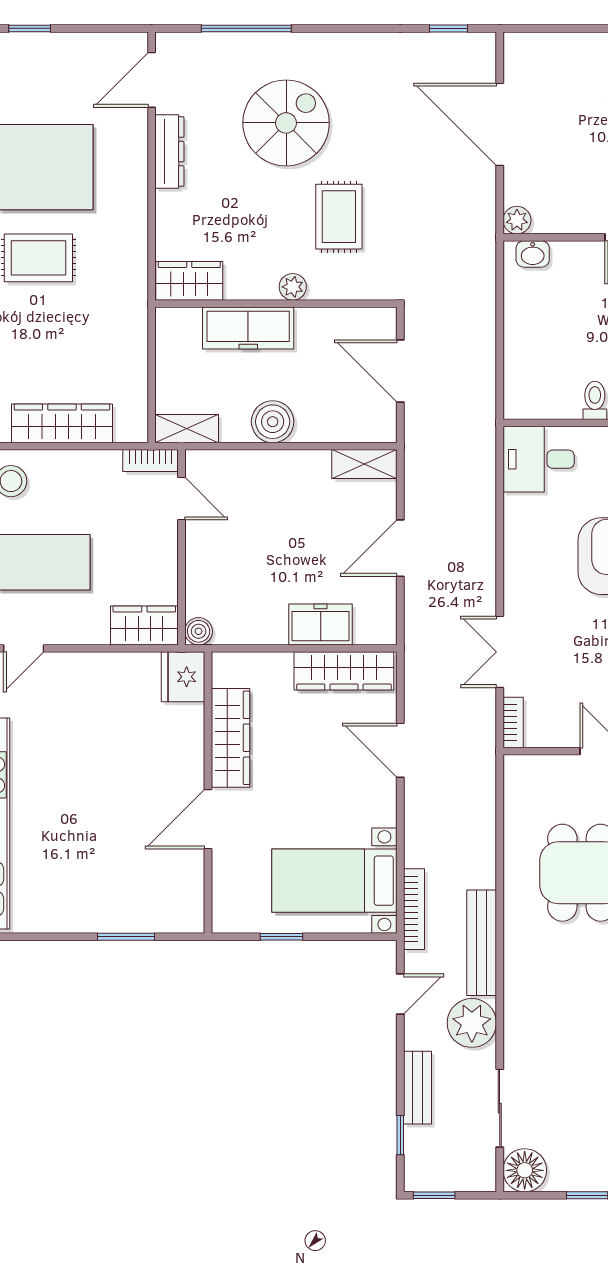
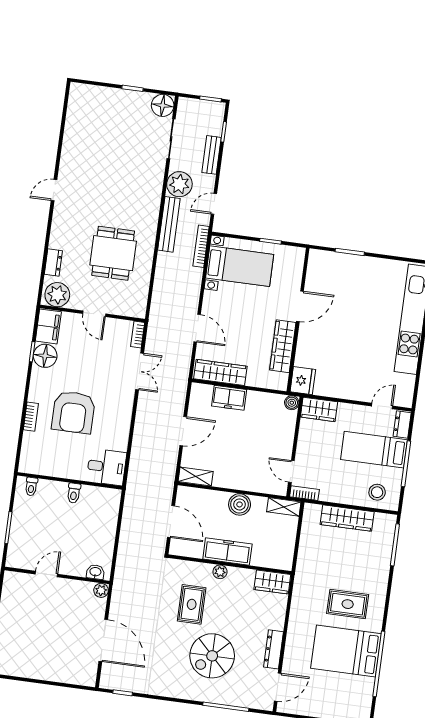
freezer: (248, 328) -> (227, 551), moved

